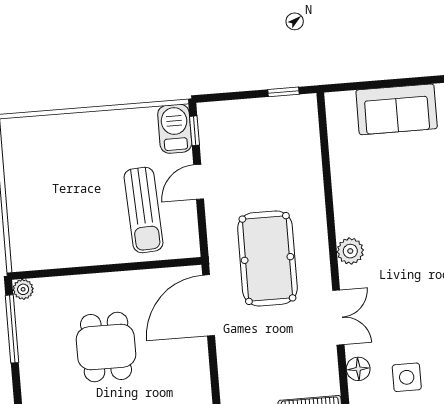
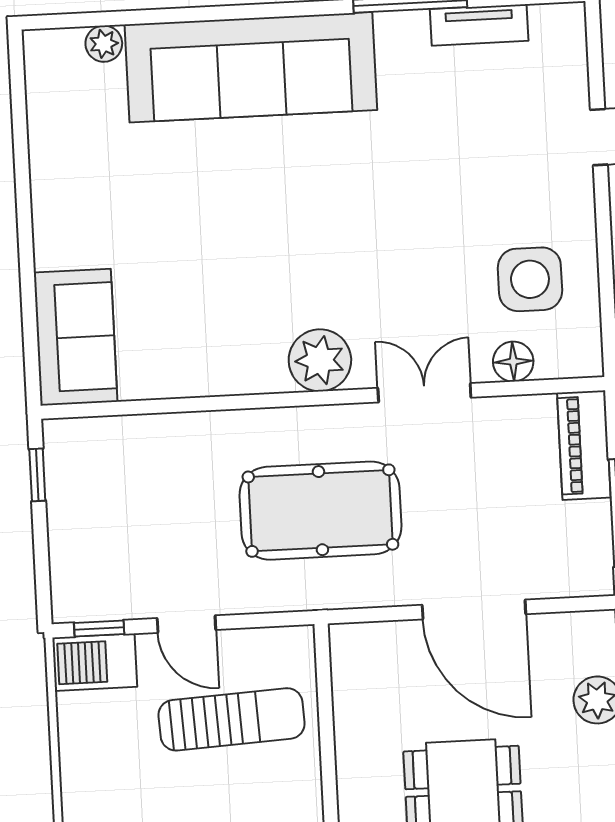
sofa: (397, 109) -> (76, 337), moved
plant: (350, 251) -> (320, 360), width x1.36, depth x1.36
door: (209, 305) -> (474, 609), moved
side table: (407, 377) -> (530, 279), width x1.37, depth x1.37

